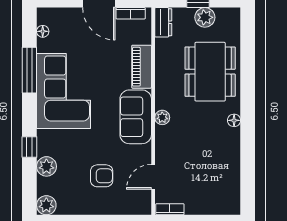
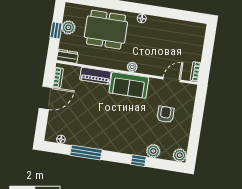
corner sofa: (64, 91) -> (104, 131), removed
door: (153, 177) -> (172, 79), swing flipped

